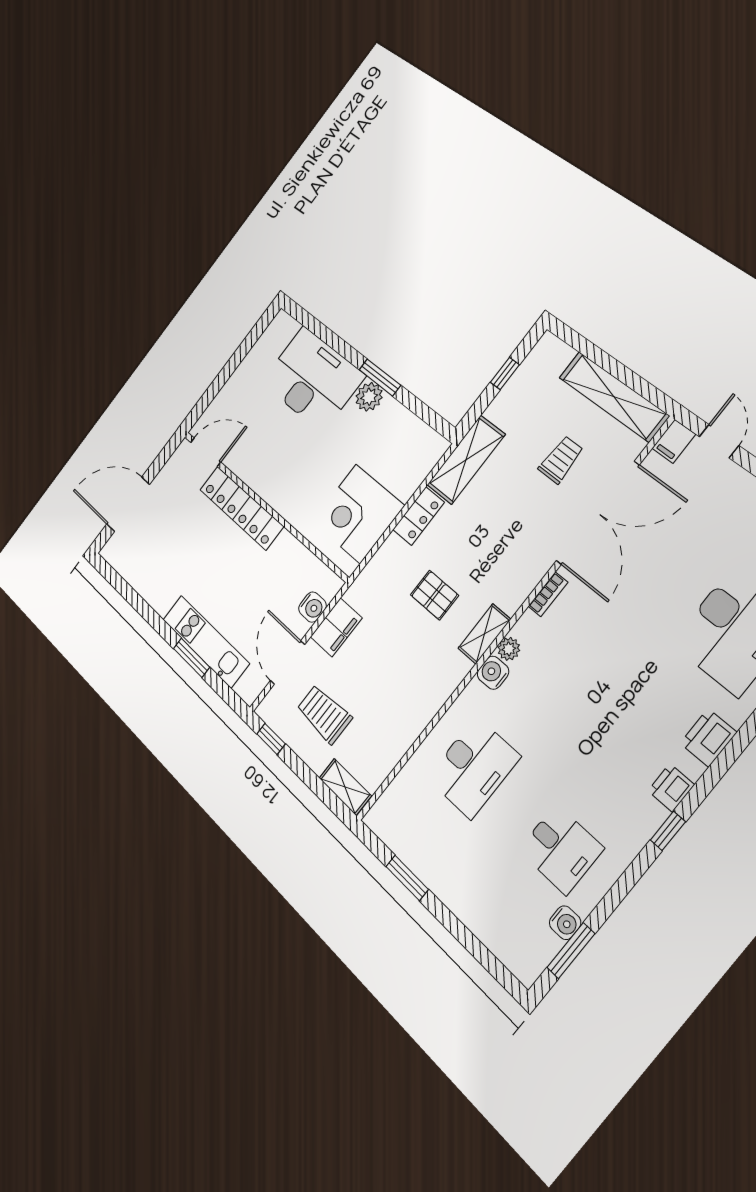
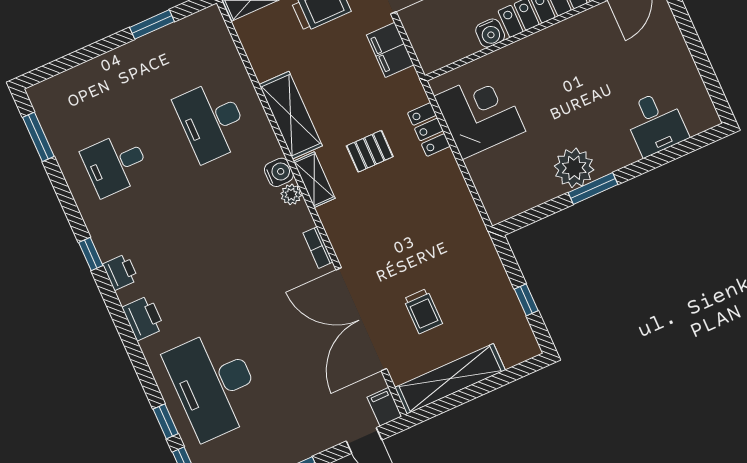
desk: (313, 379) -> (656, 123), width x0.53, depth x0.77
plant: (369, 397) -> (574, 168), width x1.36, depth x1.36
shelving: (466, 460) -> (291, 115), moved
locker: (419, 516) -> (429, 130), moved
water cooler: (312, 607) -> (490, 33), moved, turned -90
water cooler: (565, 923) -> (60, 142), removed

